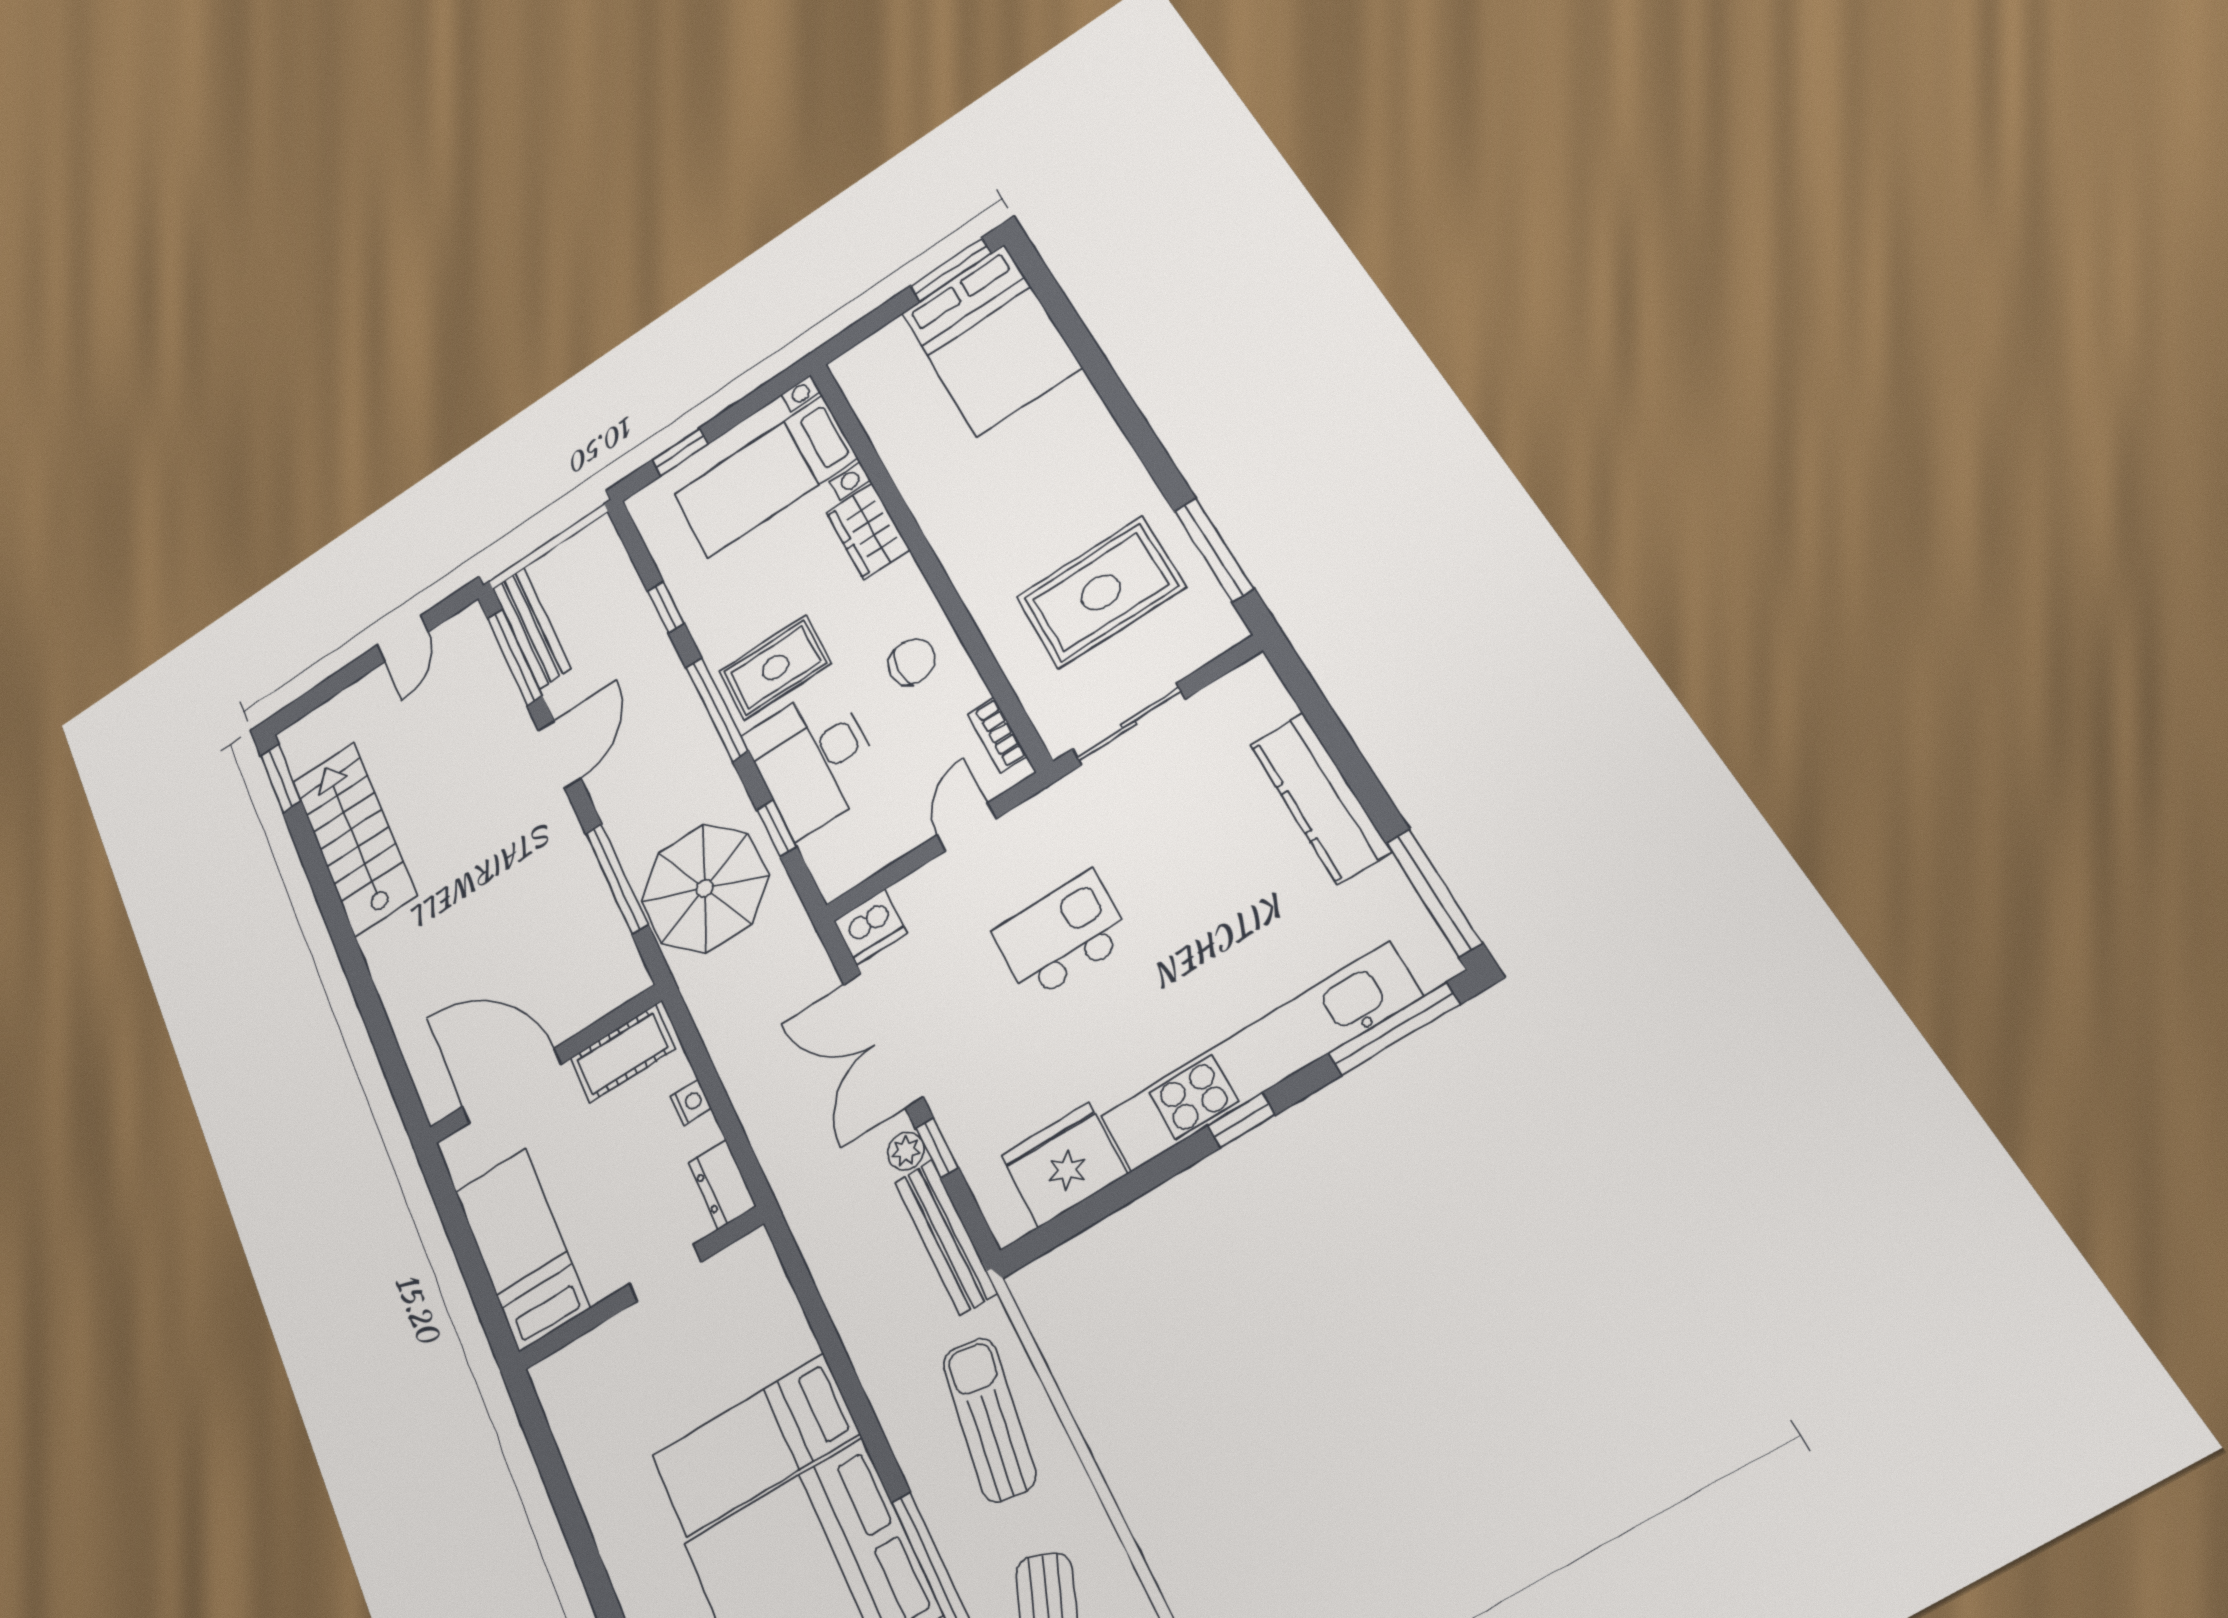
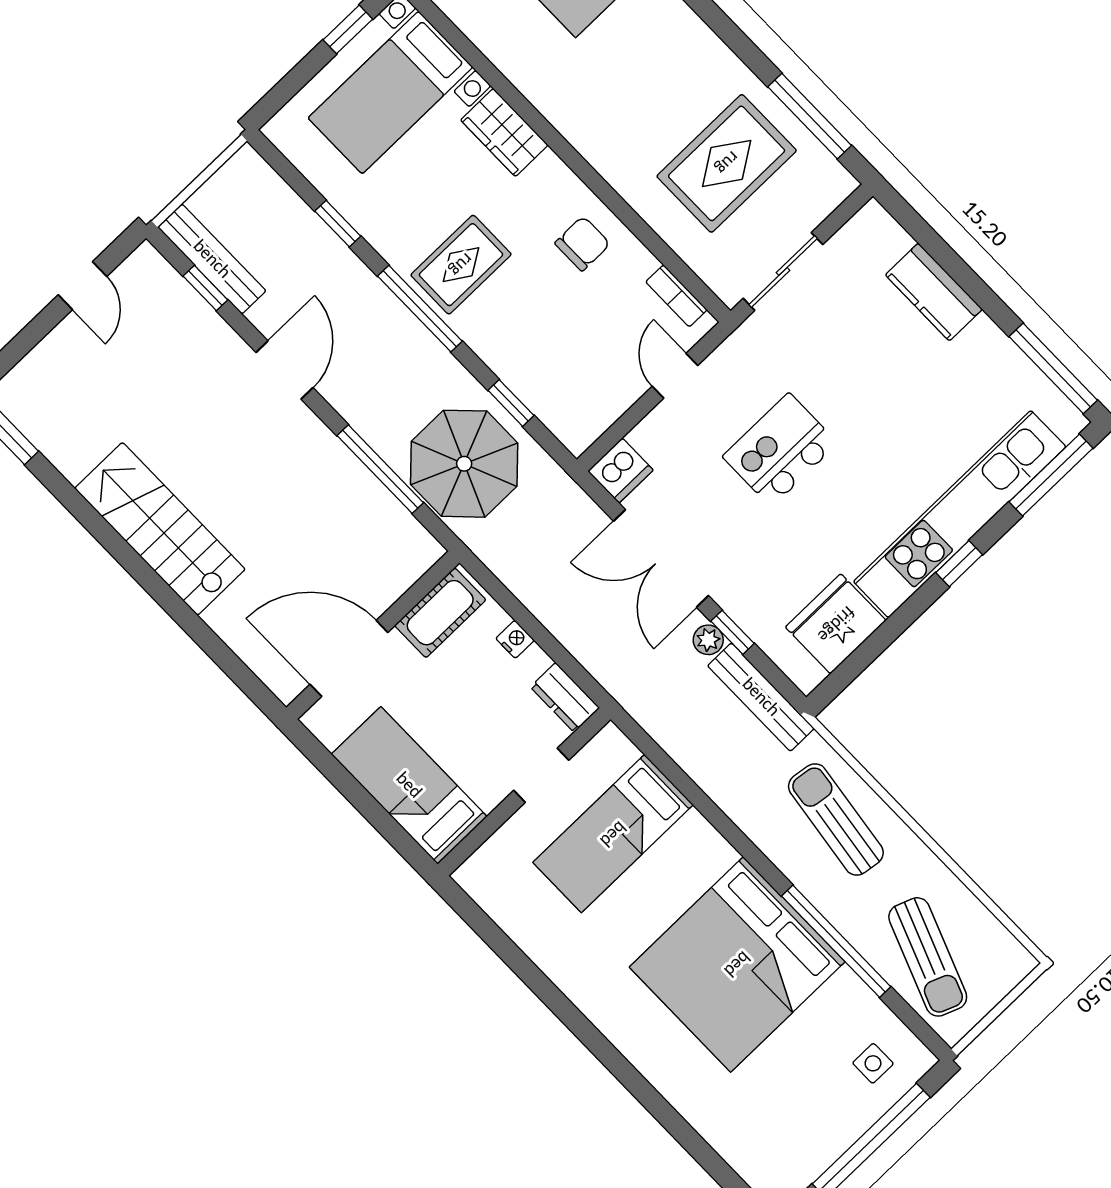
window: (680, 452) -> (348, 29), moved
window: (515, 657) -> (205, 288), width x0.46
desk: (814, 759) -> (524, 340), removed
kitchen counter: (1320, 798) -> (934, 292), width x0.67
stairs: (354, 838) -> (160, 529), moved
bed: (755, 1445) -> (613, 834), moved

